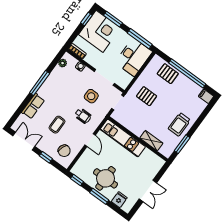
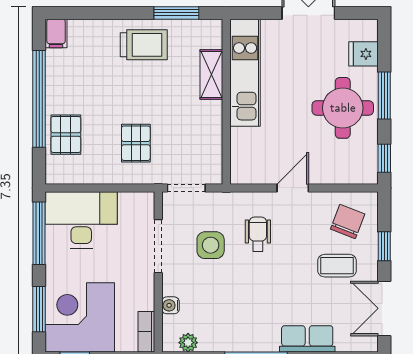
coffee table: (57, 125) -> (337, 266), moved
kitchen unit: (123, 138) -> (245, 73), moved

